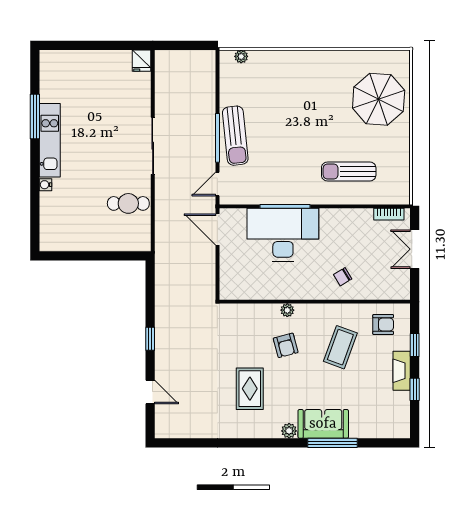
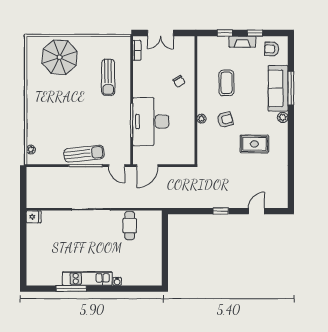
armchair: (383, 324) -> (272, 49), moved, turned -88
coffee table: (340, 347) -> (226, 83), turned 70
sofa: (323, 424) -> (278, 88), width x1.36

